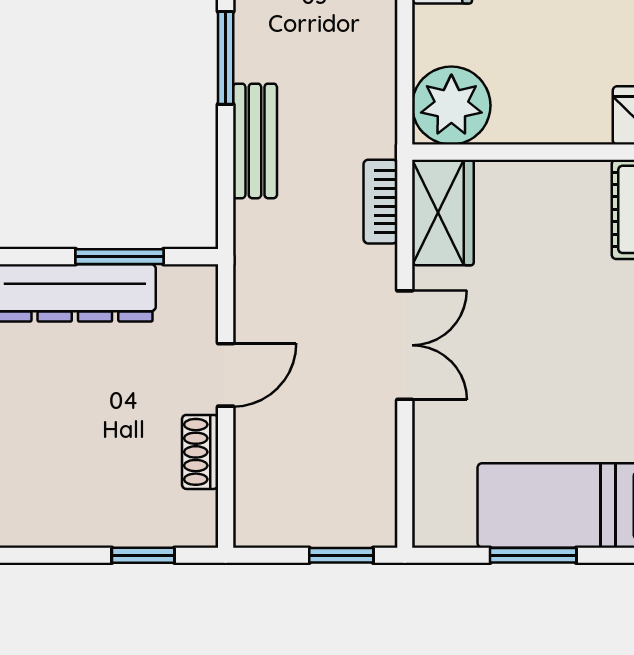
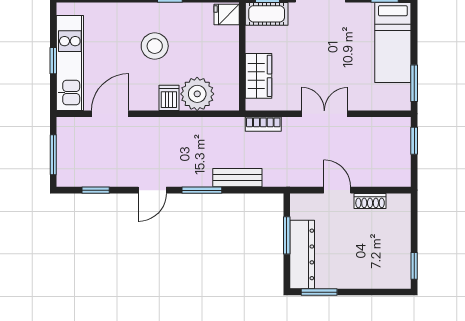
plant: (451, 106) -> (197, 94), moved
wardrobe: (443, 213) -> (258, 76), moved, turned 90
window: (143, 555) -> (414, 266), moved
window: (533, 555) -> (414, 83), moved

